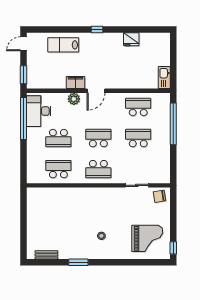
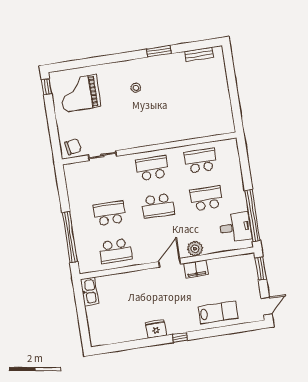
fridge: (131, 39) -> (156, 329), moved
desk: (39, 111) -> (235, 227), width x0.73
school desk: (138, 138) -> (110, 213), turned 180
school desk: (58, 169) -> (201, 161), turned 180

